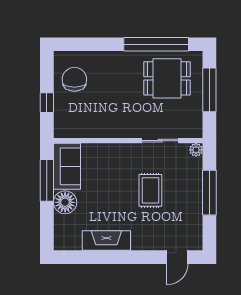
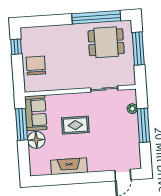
chair: (74, 79) -> (36, 65), moved
window: (47, 103) -> (16, 47), moved
plant: (196, 150) -> (132, 109), moved
rug: (150, 190) -> (75, 125), moved, turned 90

